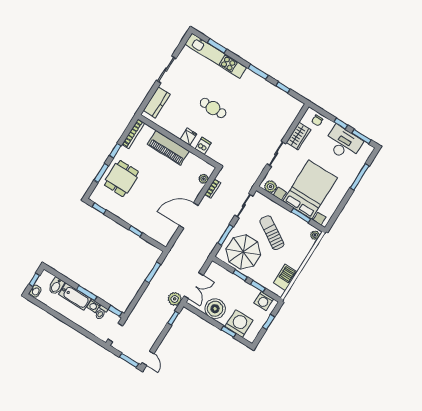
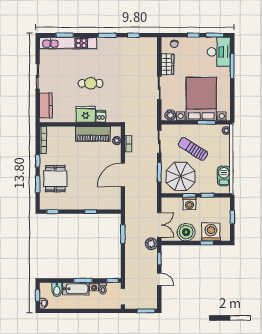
fridge: (188, 137) -> (86, 114), width x1.88, depth x1.34
desk: (343, 143) -> (219, 52), moved, turned 90
piano: (168, 148) -> (93, 134), moved
washing machine: (264, 301) -> (189, 204), moved
door: (148, 358) -> (159, 279), moved

